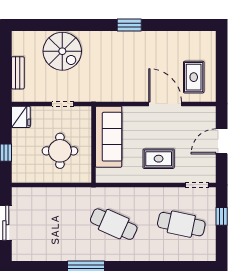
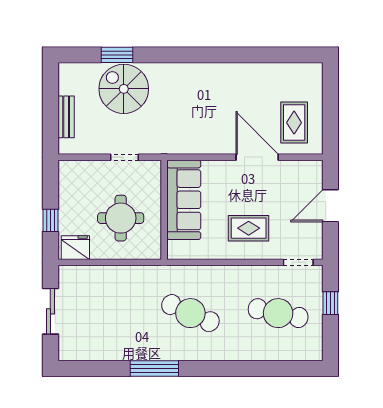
window: (129, 25) -> (117, 55), moved
spiral stairs: (62, 51) -> (124, 89), turned 180
fridge: (21, 117) -> (75, 248), moved, turned -90

